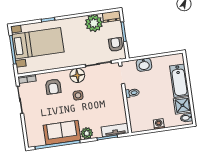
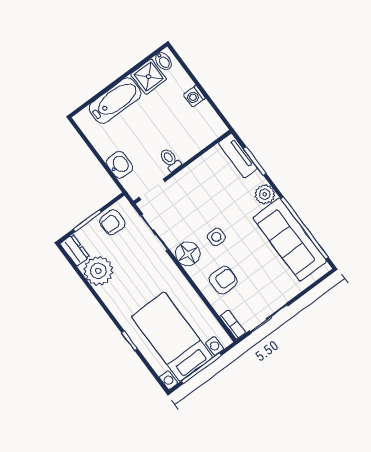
sofa: (62, 133) -> (290, 240), width x1.36

